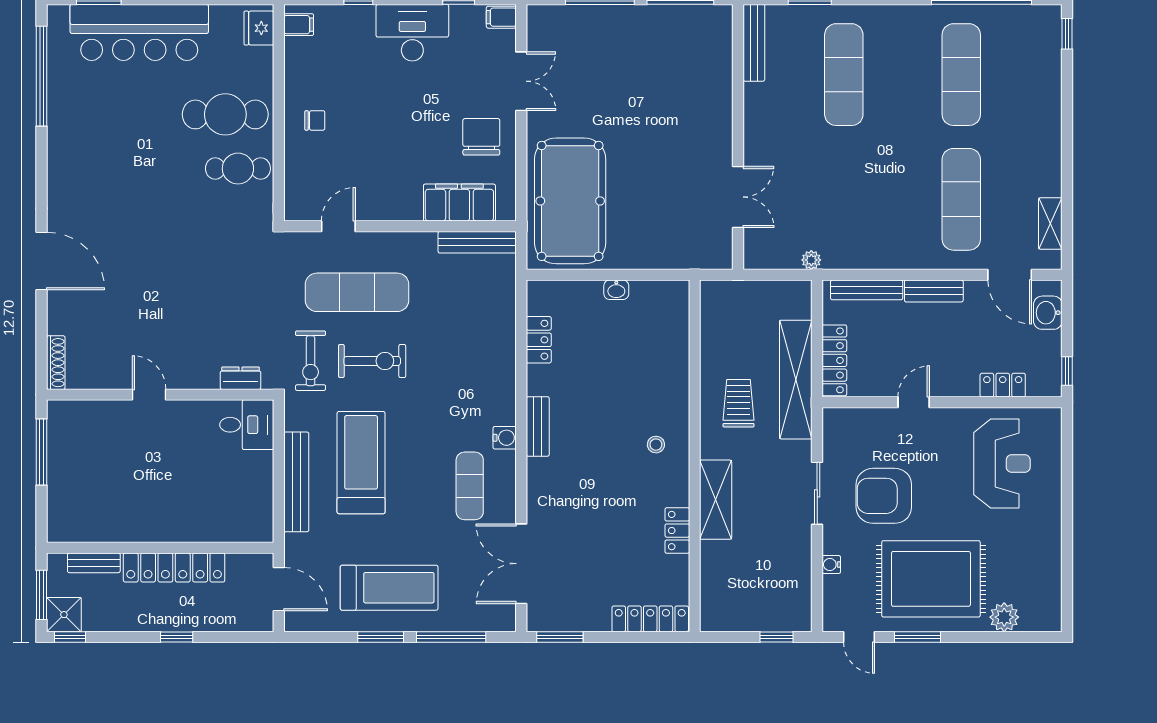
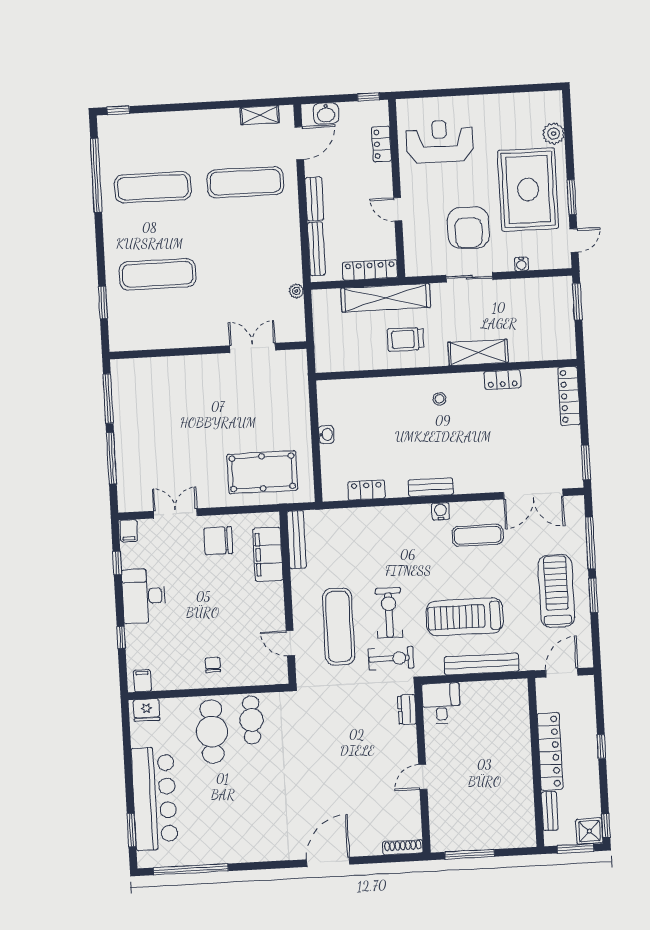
bench: (754, 43) -> (138, 342), removed
pool table: (570, 201) -> (262, 472), width x0.73, depth x0.76
window: (777, 637) -> (577, 302), width x1.50

